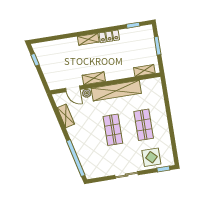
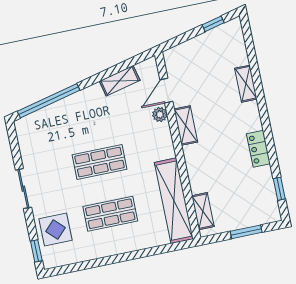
shelving: (88, 39) -> (246, 84), moved
shelving: (116, 91) -> (174, 201), moved

